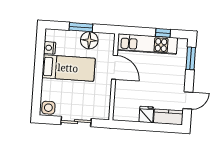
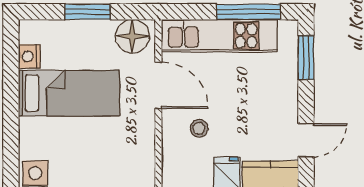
window: (163, 33) -> (248, 12), width x2.17
floor lamp: (89, 40) -> (132, 36), moved
stool: (134, 91) -> (199, 128), added

